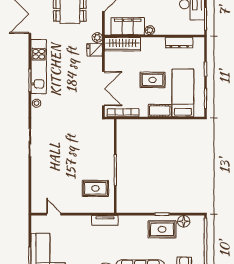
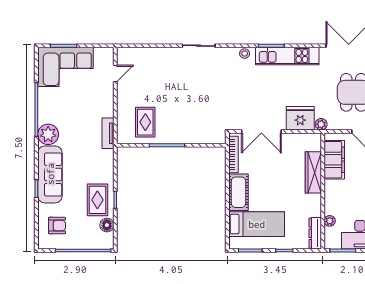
plant: (150, 30) -> (330, 221), moved
dresser: (179, 43) -> (315, 233), moved
wardrobe: (123, 44) -> (313, 172), moved
fridge: (95, 50) -> (300, 118), width x1.88, depth x1.34
rug: (153, 80) -> (272, 189), removed
cot: (160, 111) -> (238, 192), width x1.37, depth x1.34

